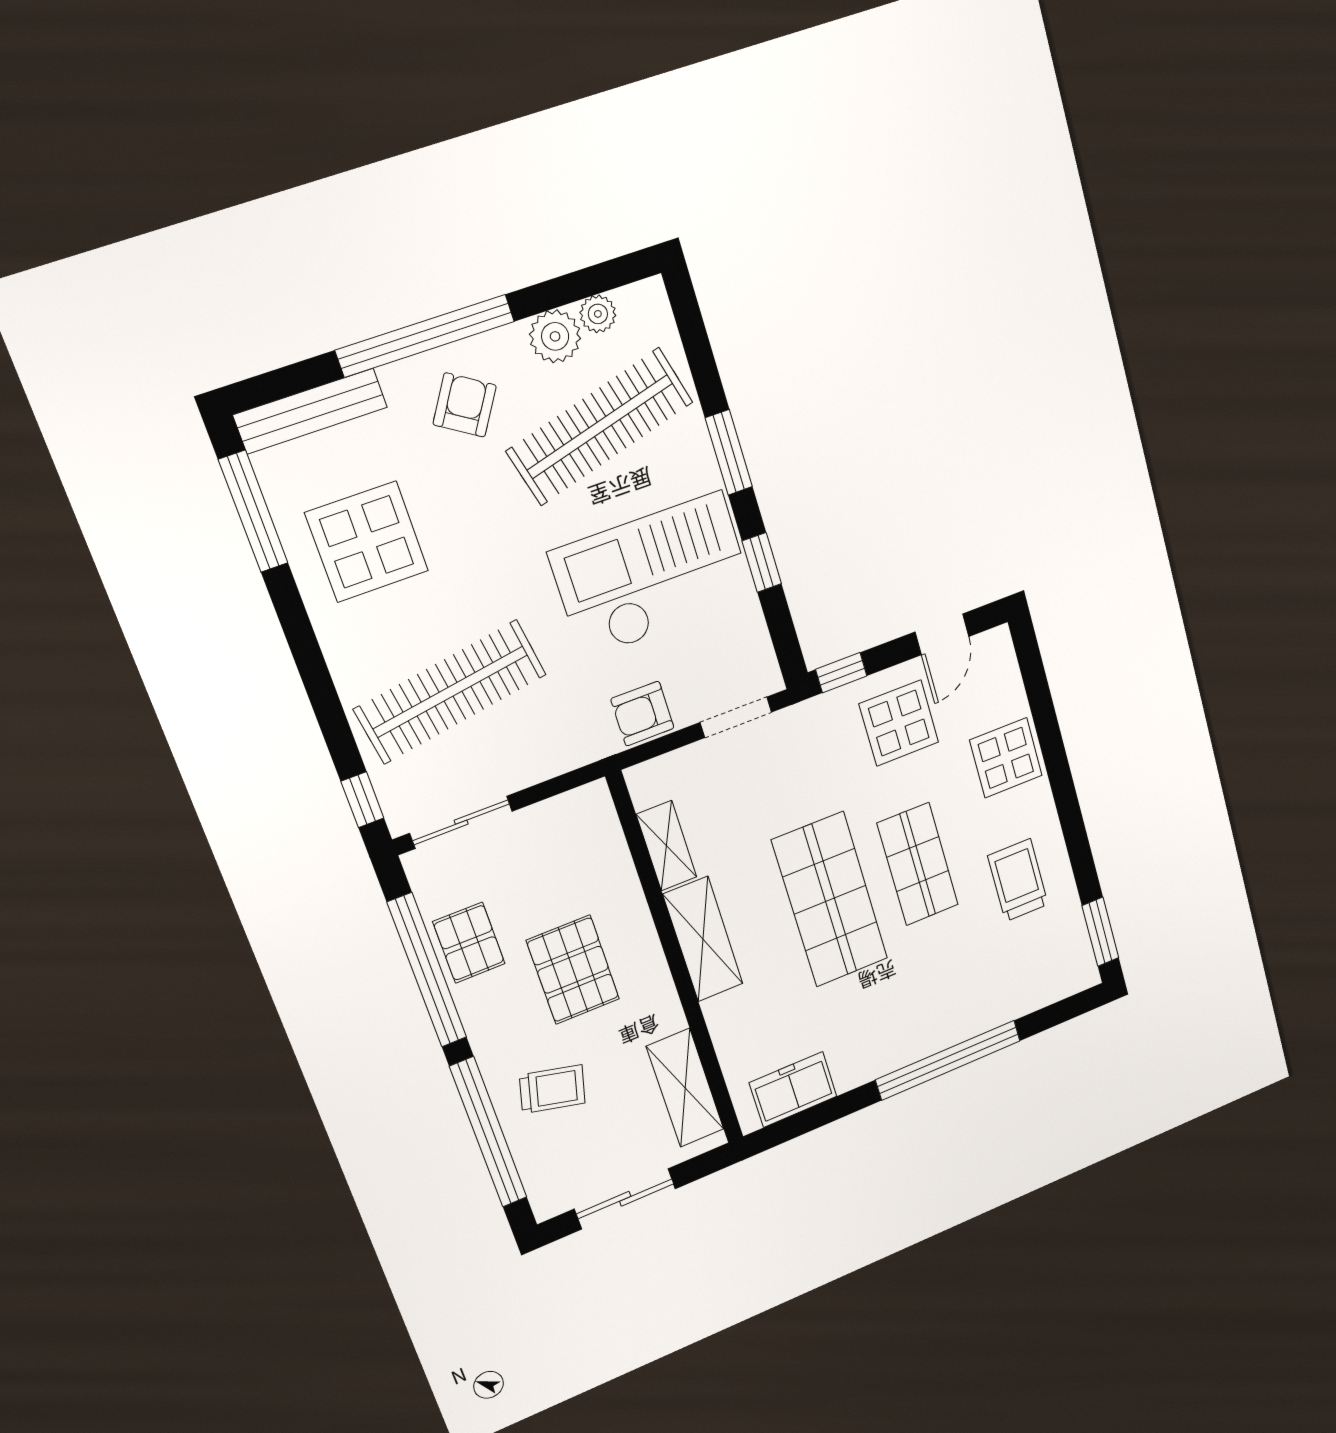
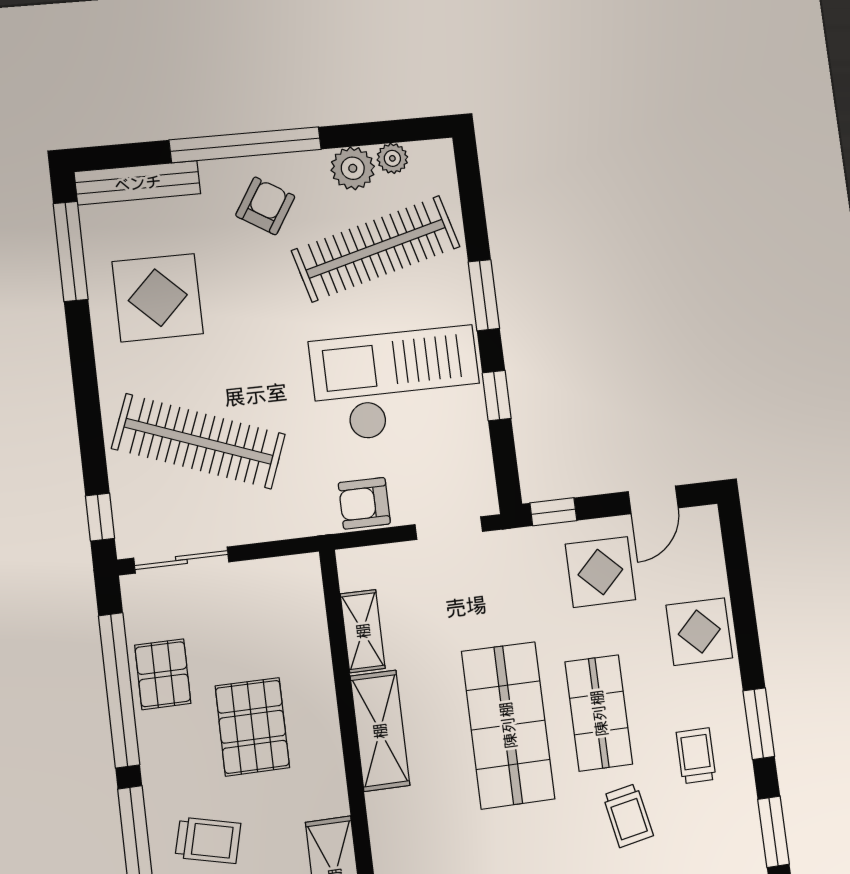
clothes rail: (451, 692) -> (199, 441), turned 30
window: (1075, 833) -> (759, 724), added
trolley: (1018, 880) -> (696, 756), width x0.73, depth x0.72
trolley: (960, 954) -> (628, 815), added

